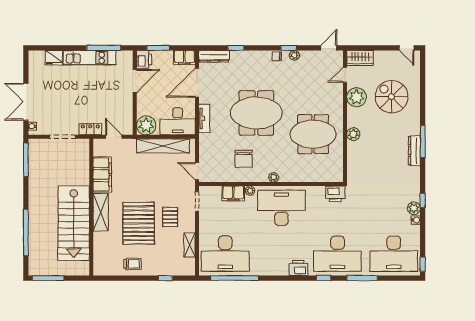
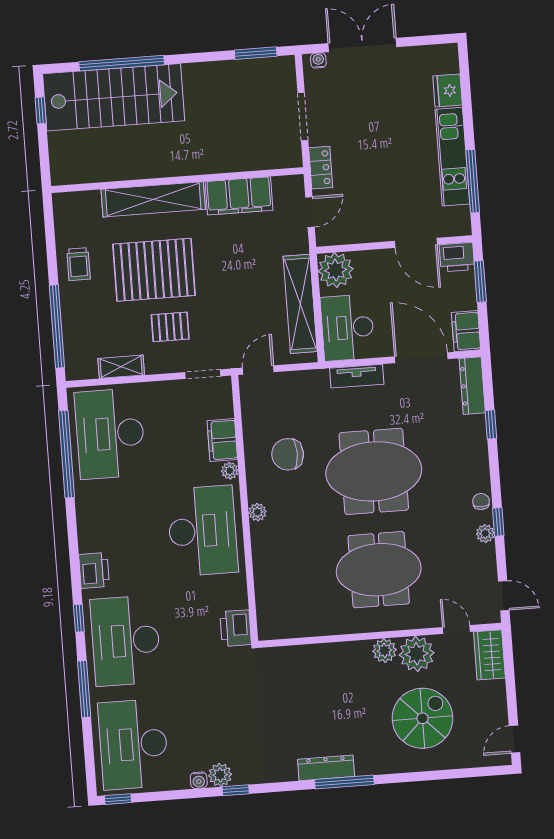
meeting table: (256, 113) -> (374, 471), turned 90
meeting table: (313, 134) -> (379, 570), moved, turned 90
plant: (353, 134) -> (384, 651), moved
window: (26, 160) -> (256, 53), width x0.69
shelving: (101, 212) -> (153, 199), width x1.47
stairs: (74, 223) -> (114, 97), moved, turned 180
window: (48, 278) -> (41, 110), width x0.46
window: (165, 278) -> (57, 326), width x3.17

